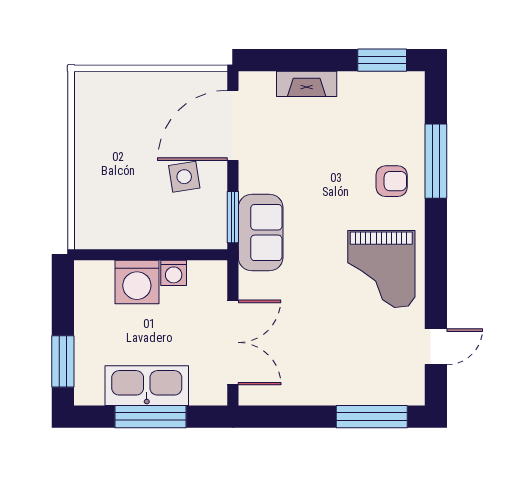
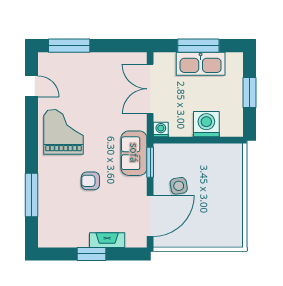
window: (382, 60) -> (91, 254), moved
armchair: (392, 181) -> (90, 181), moved
washing machine: (174, 273) -> (161, 130), moved
door: (436, 347) -> (32, 86), swing flipped
window: (63, 361) -> (250, 93), moved

